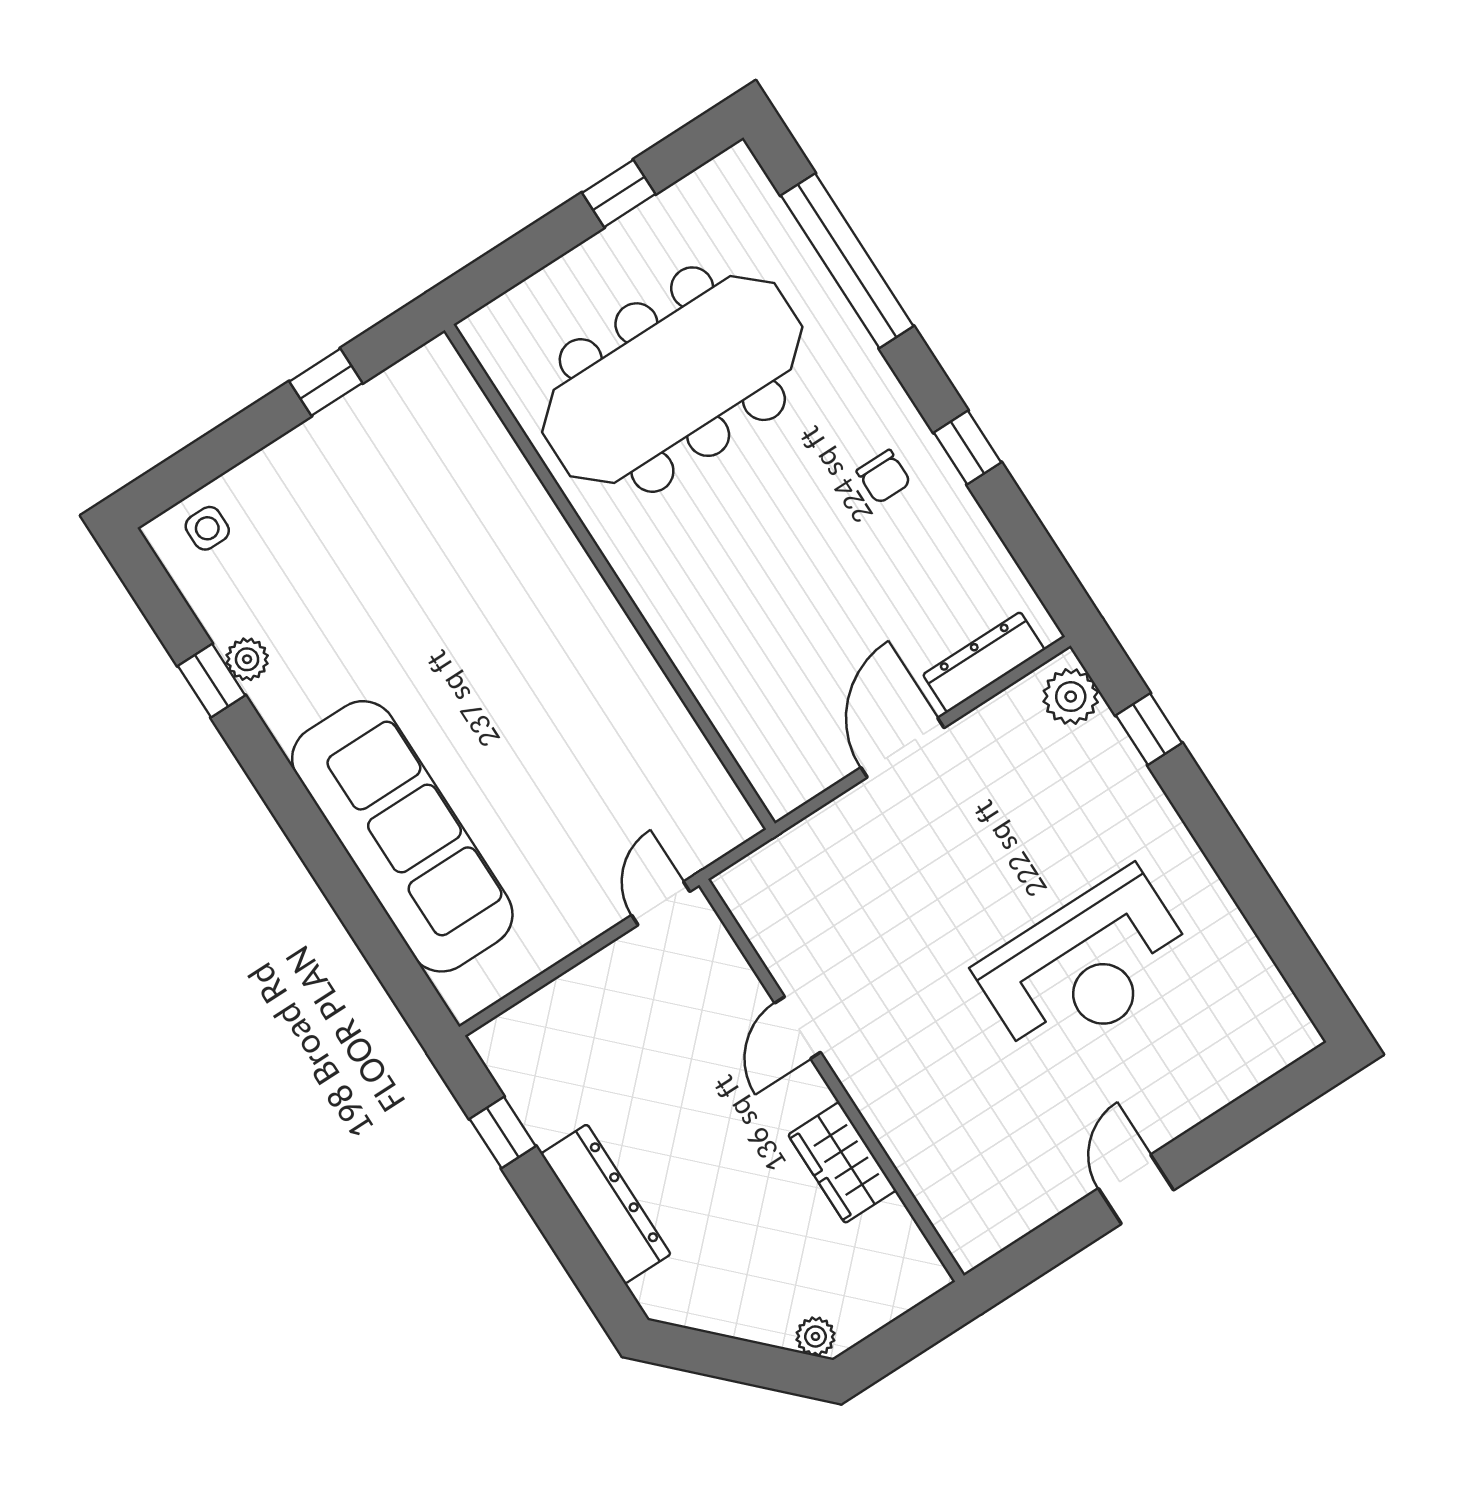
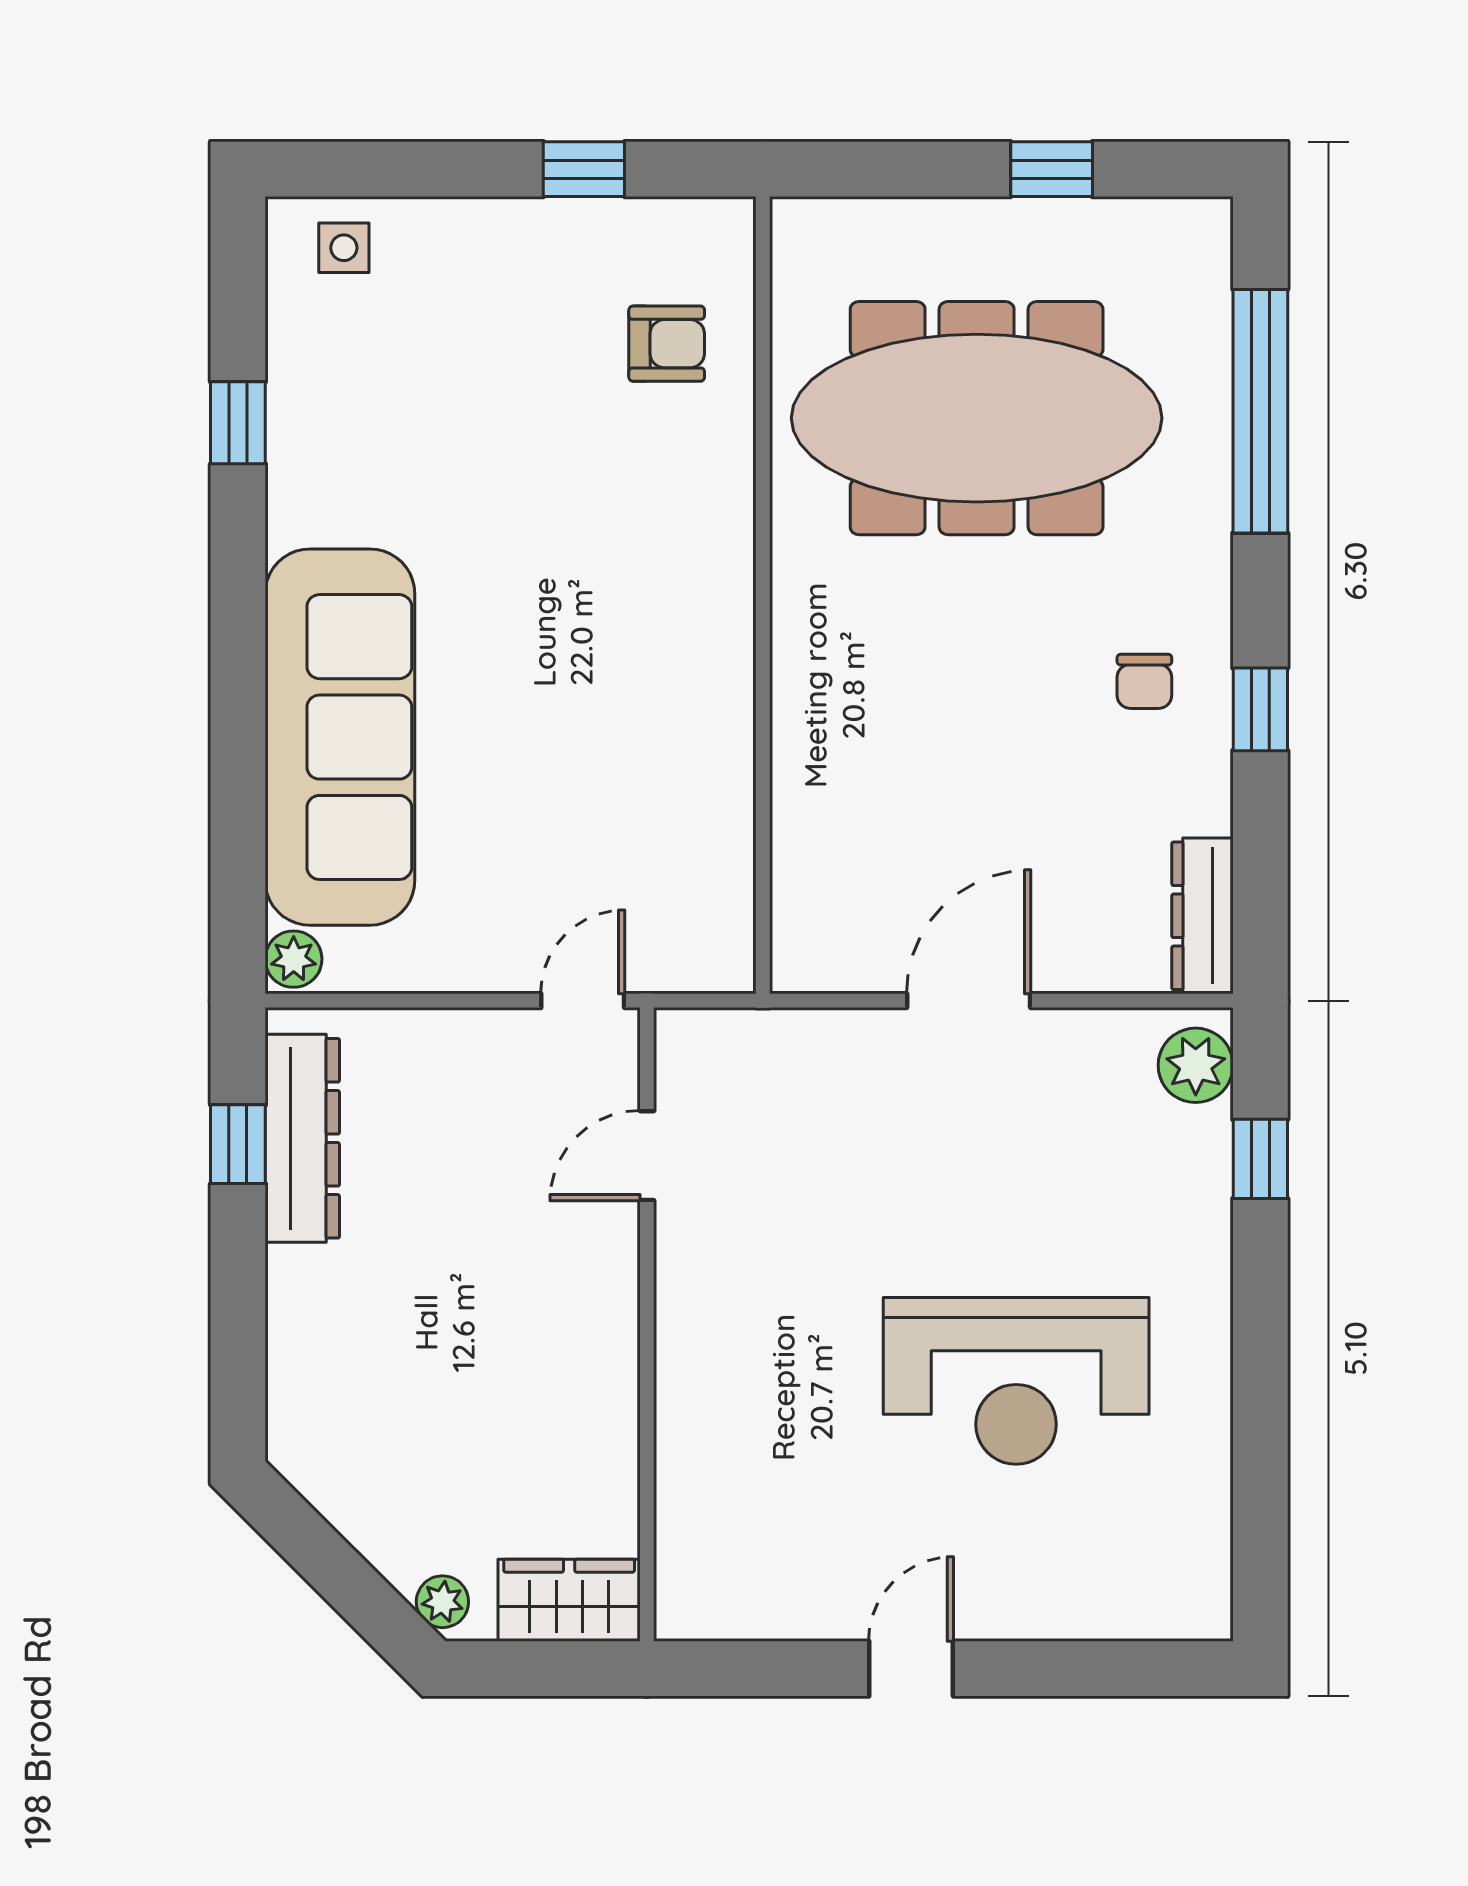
armchair: (448, 458) -> (667, 344), added
plant: (247, 659) -> (294, 959), moved
dresser: (984, 662) -> (1202, 916), moved, turned -90
door: (798, 1028) -> (647, 1156), moved
wardrobe: (842, 1163) -> (569, 1600), moved, turned 90
dresser: (606, 1204) -> (302, 1138), moved

